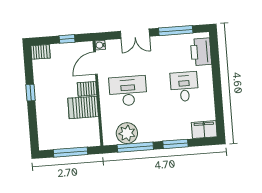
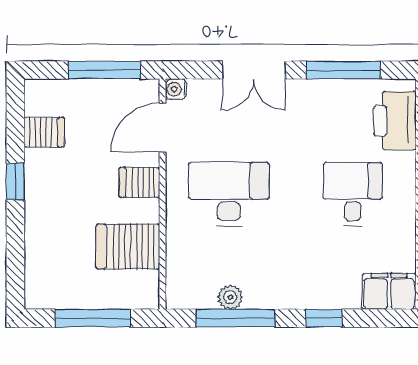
window: (67, 39) -> (104, 70), width x2.17
server rack: (41, 52) -> (44, 132), moved
server rack: (83, 107) -> (128, 247), moved
plant: (127, 133) -> (230, 297), width x0.53, depth x0.53
window: (175, 144) -> (324, 318), width x0.67

